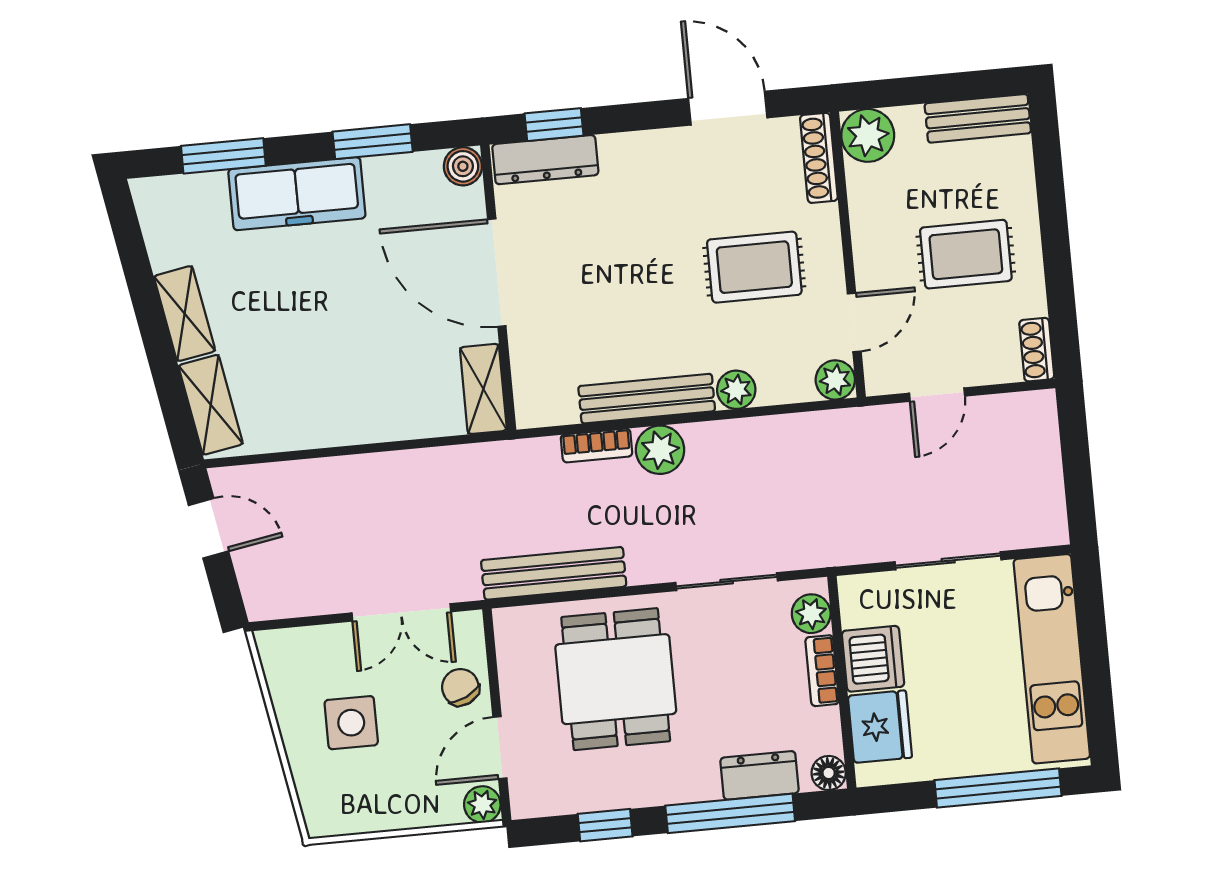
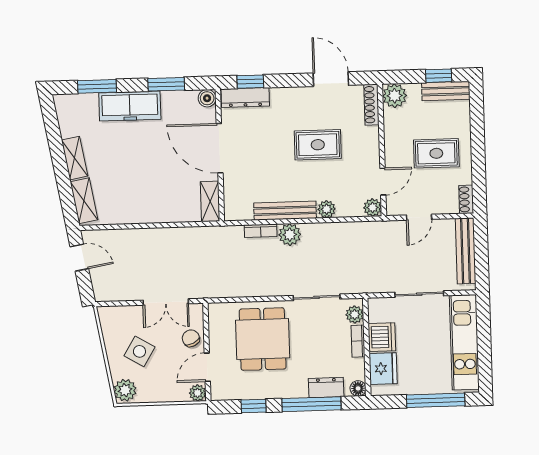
window: (960, 86) -> (439, 76), added
rug: (754, 267) -> (318, 145), moved
bench: (554, 573) -> (466, 251), moved, turned 90
side table: (351, 723) -> (139, 351), turned 31
plant: (325, 808) -> (125, 390), added

